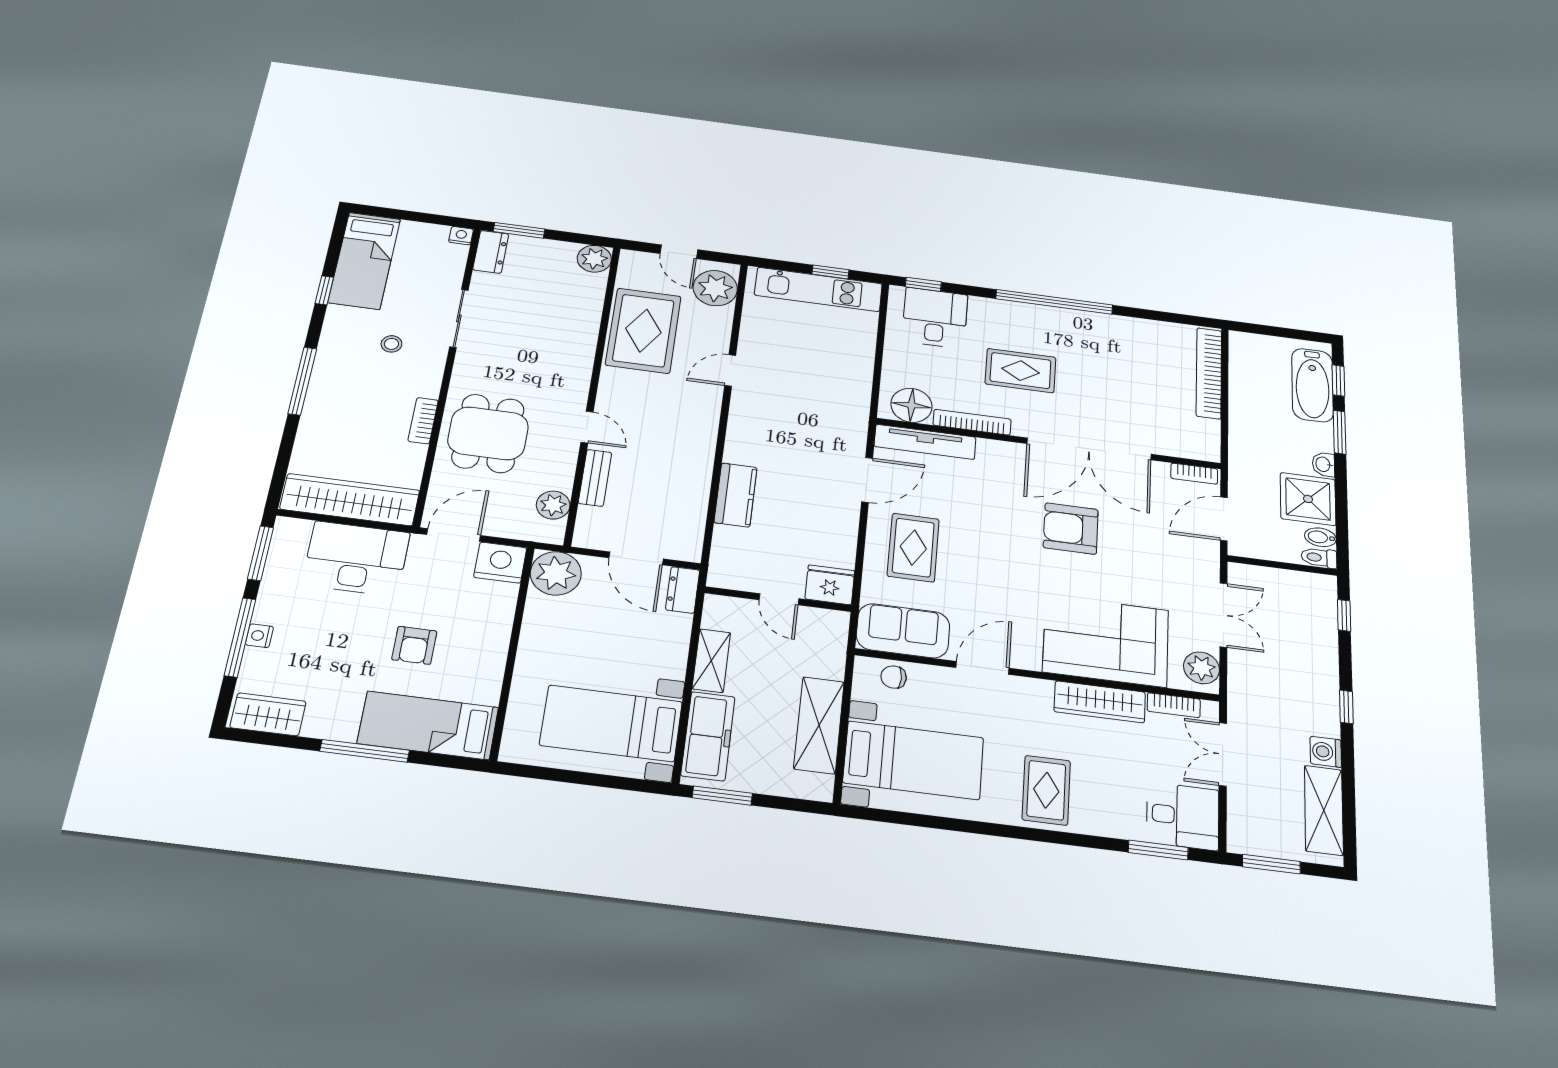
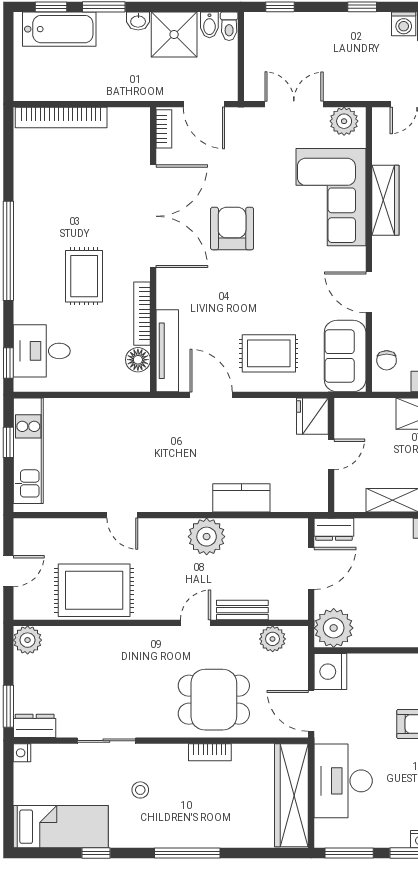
plant: (715, 288) -> (207, 537), moved
floor lamp: (911, 405) -> (138, 360), width x0.73, depth x0.73
armchair: (1071, 529) -> (232, 229), turned 180
bookcase: (1174, 705) -> (380, 143), removed

